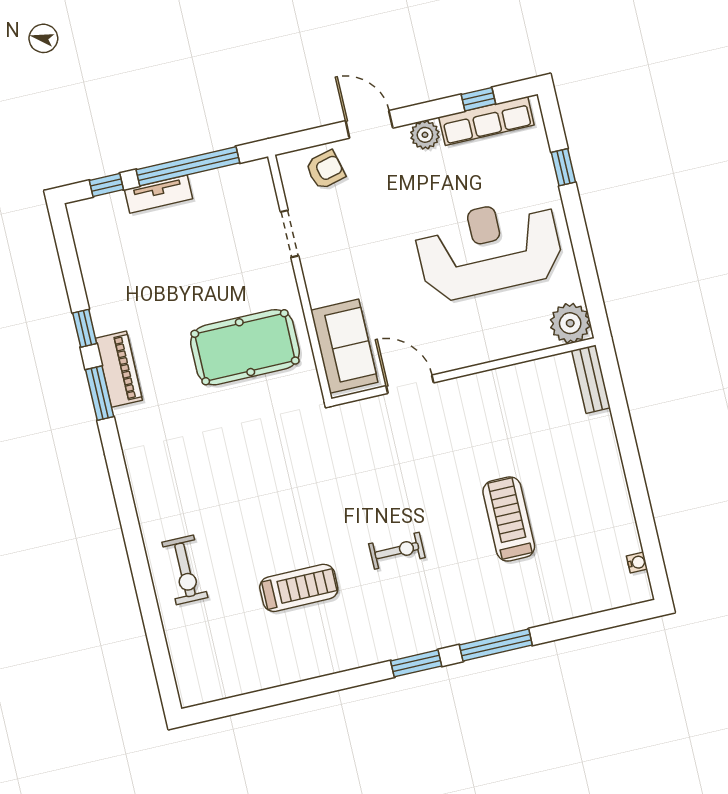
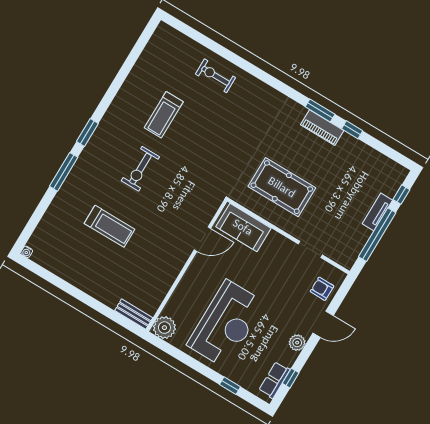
row of seats: (486, 121) -> (274, 380), width x0.68
armchair: (325, 170) -> (322, 289), turned 104
pool table: (245, 347) -> (282, 187), turned 90
exercise bike: (397, 551) -> (140, 169), width x1.38, depth x1.39
water cooler: (637, 562) -> (27, 252), moved

